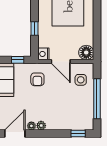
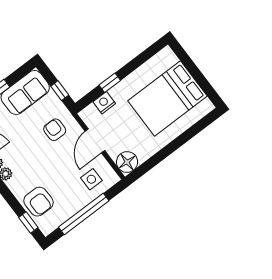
nightstand: (43, 54) -> (104, 103), moved
armchair: (37, 79) -> (55, 130), turned 90
armchair: (71, 119) -> (39, 202), added

